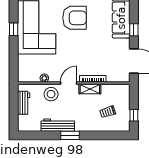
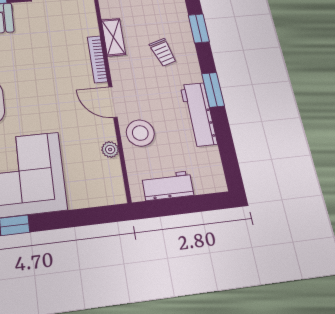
shelving: (90, 89) -> (113, 37), moved
trolley: (108, 112) -> (163, 52), moved
window: (106, 135) -> (199, 28), added

